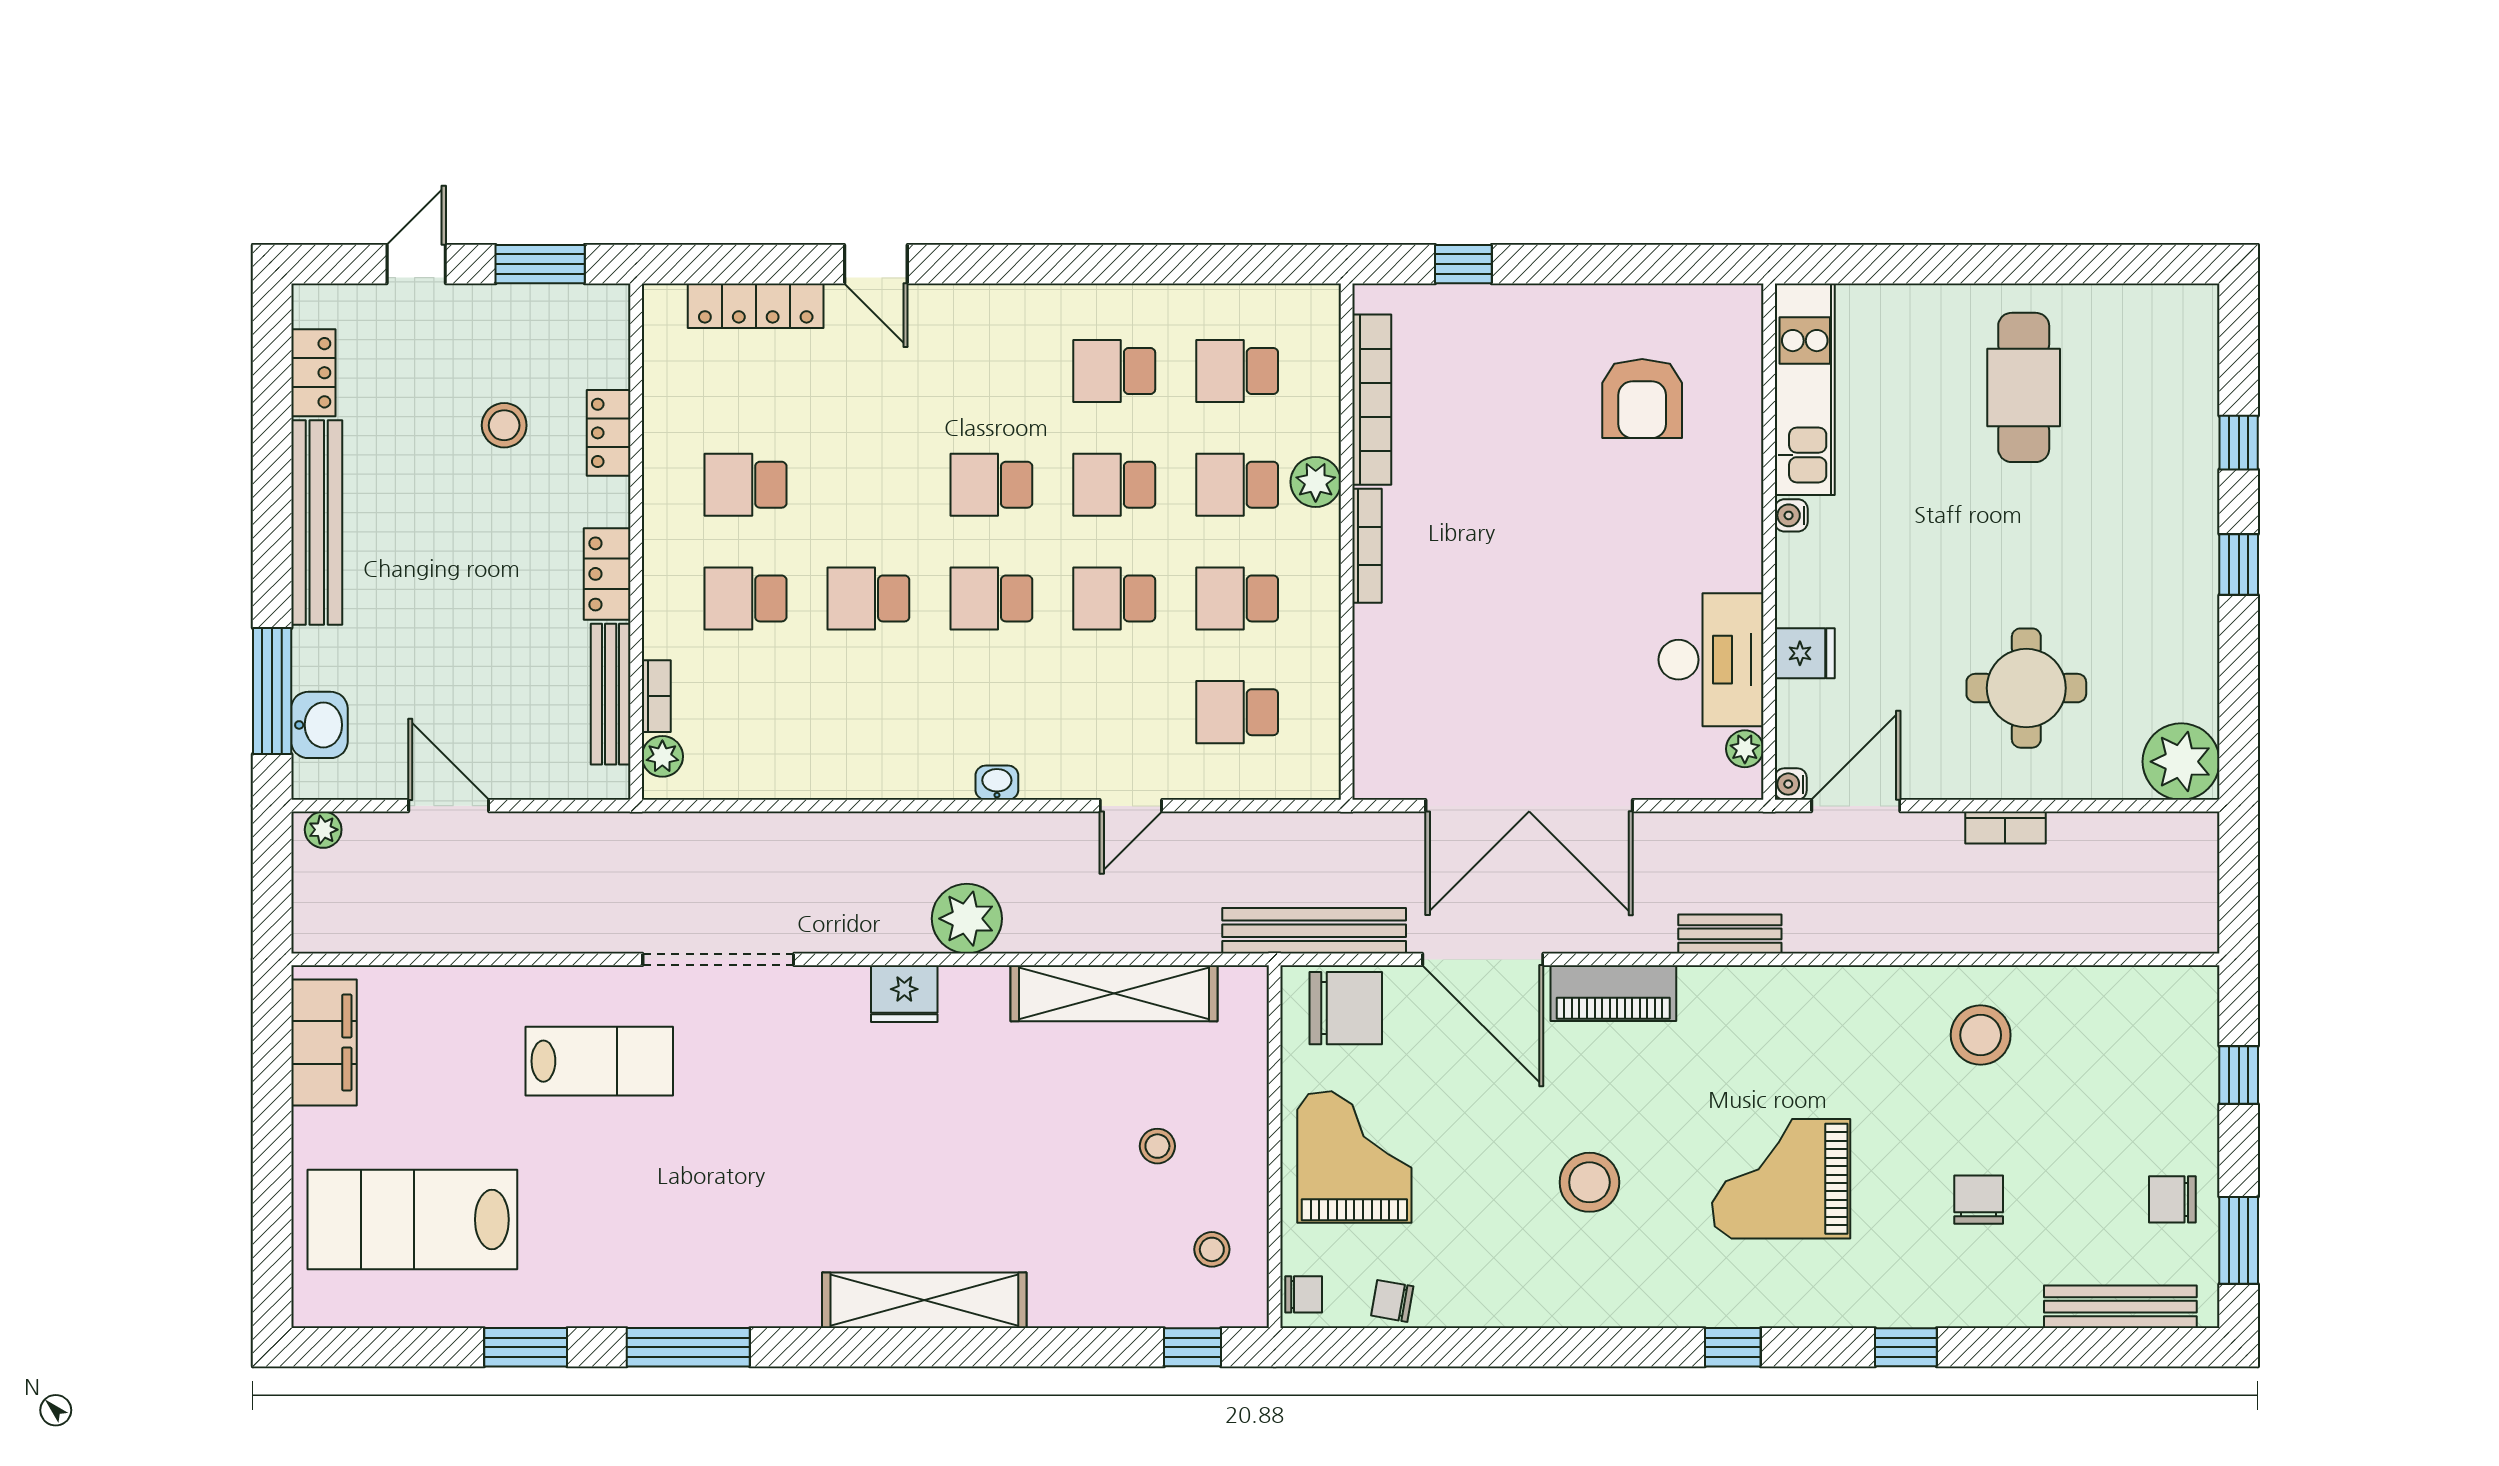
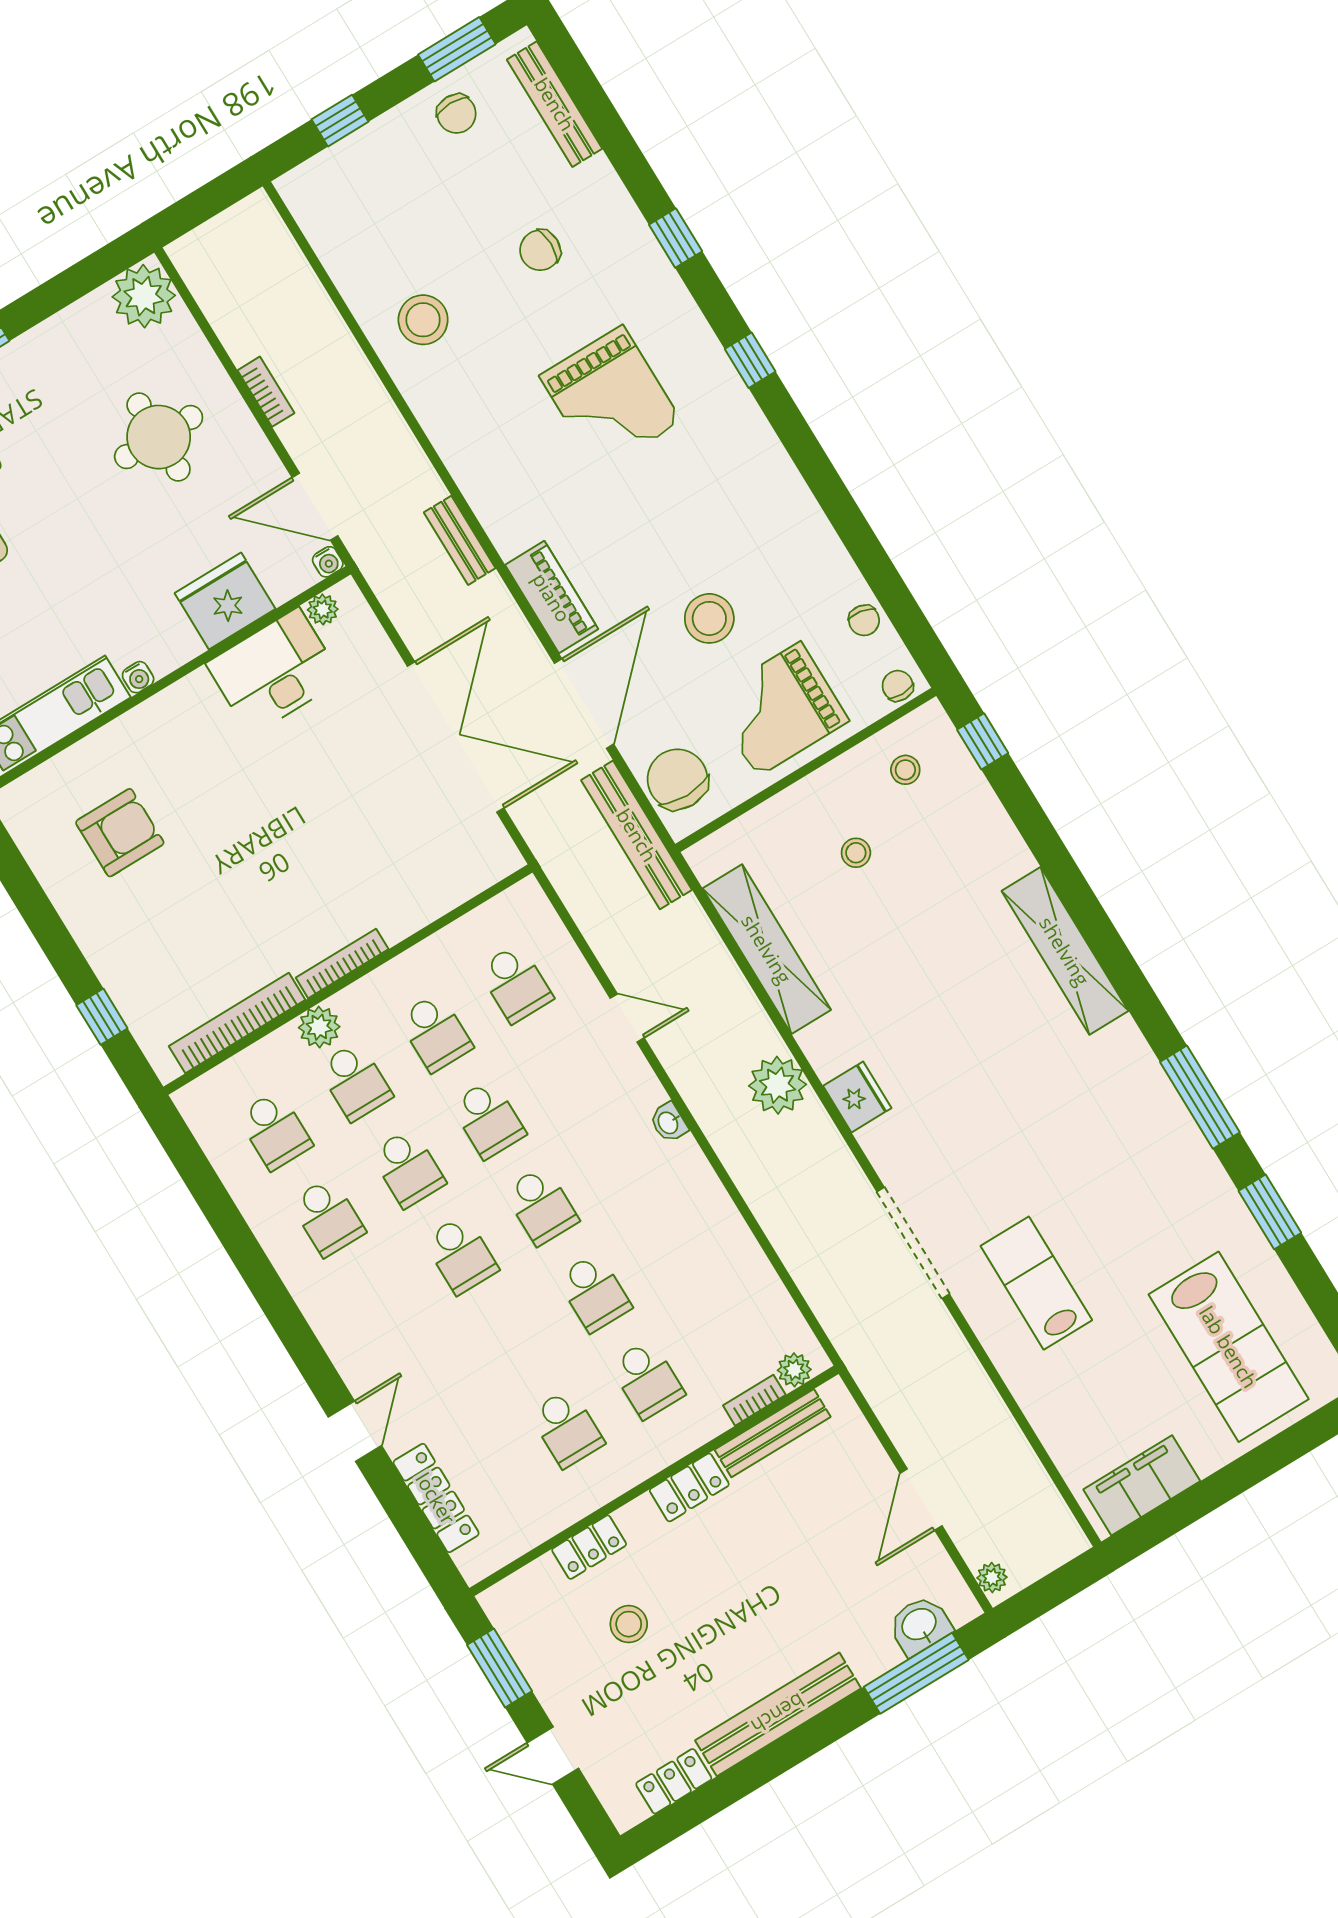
fridge: (1805, 653) -> (225, 601), width x1.88, depth x1.34
stool: (1589, 1182) -> (709, 618), moved

